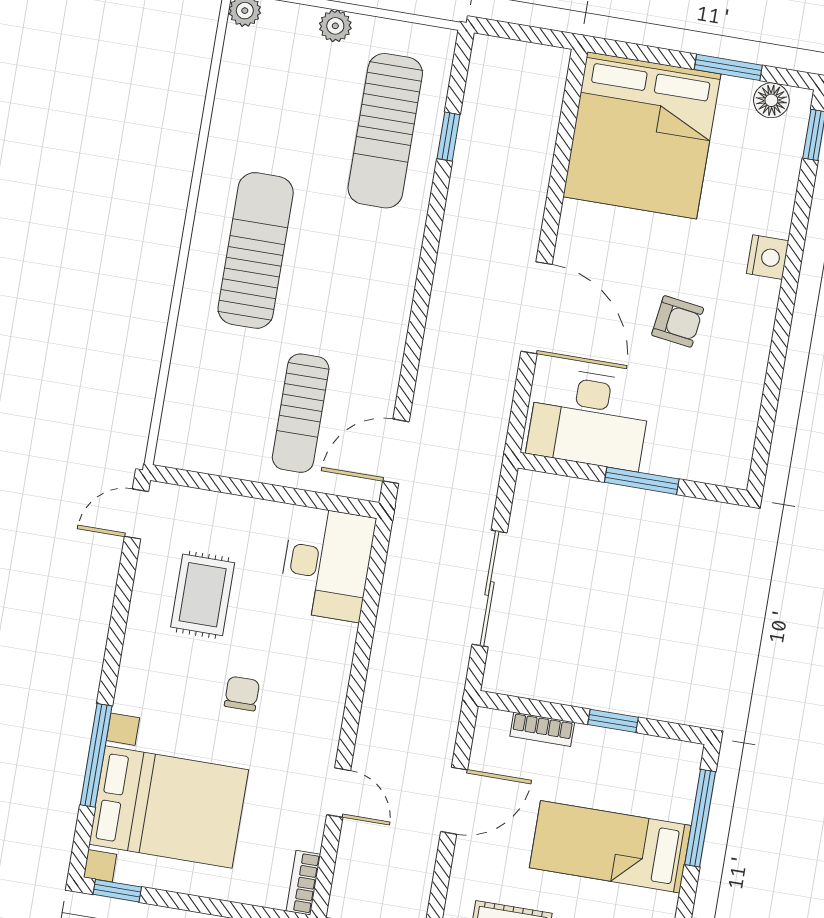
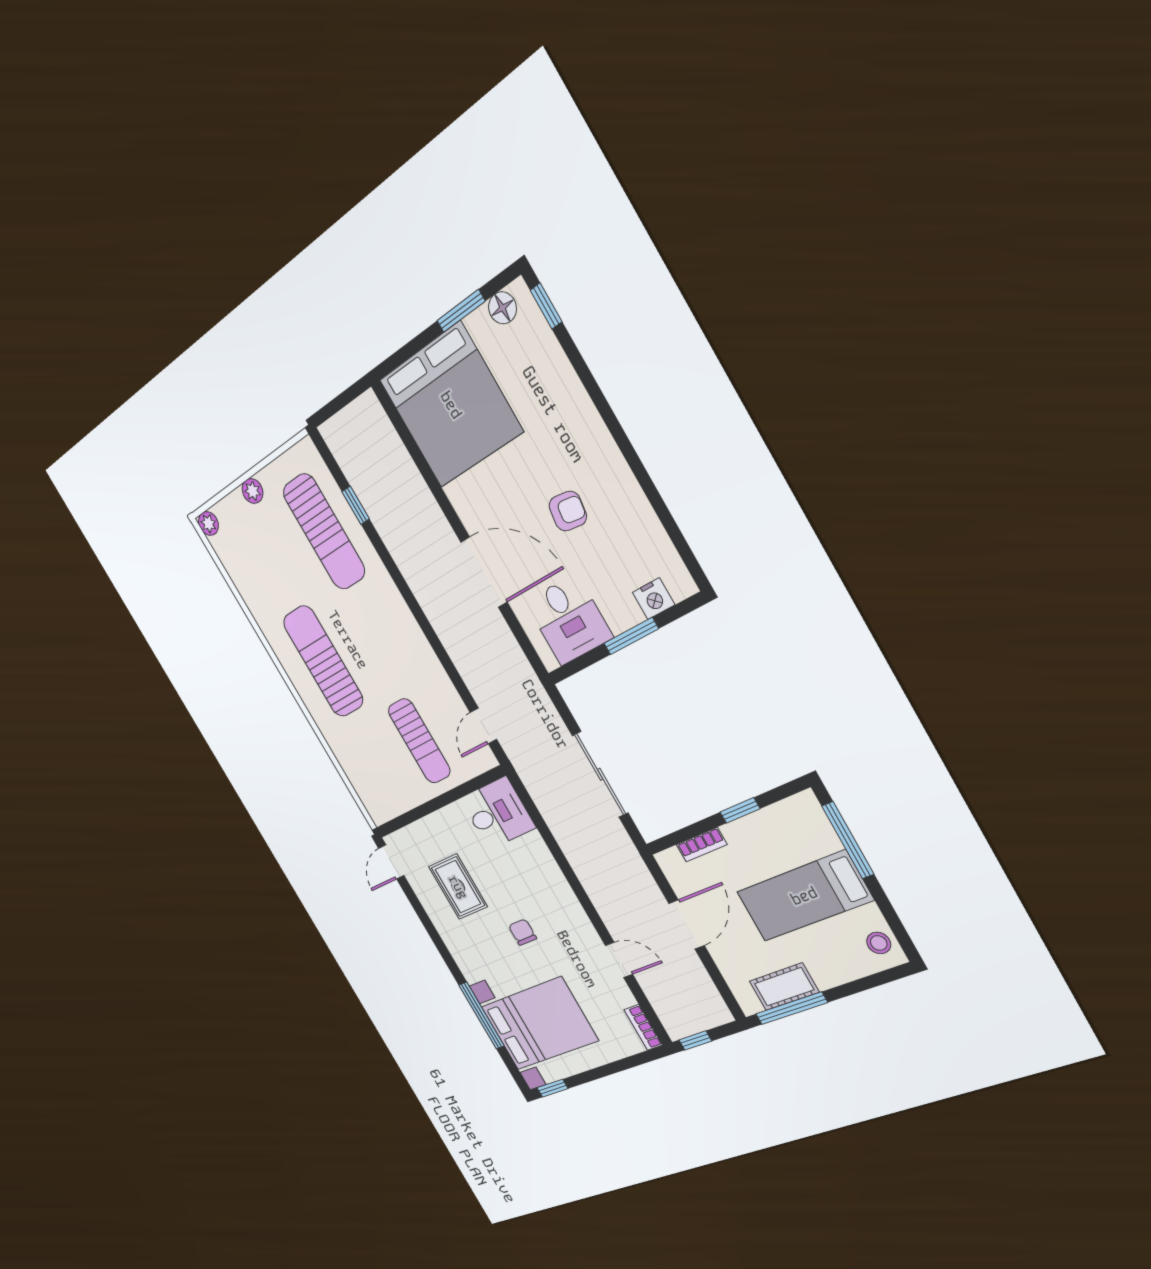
nightstand: (768, 257) -> (654, 599), moved, turned 90
desk: (589, 419) -> (569, 620), width x0.73
door: (396, 451) -> (483, 726), width x0.73
desk: (327, 564) -> (497, 813), width x0.73

